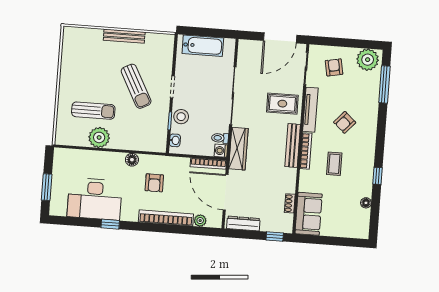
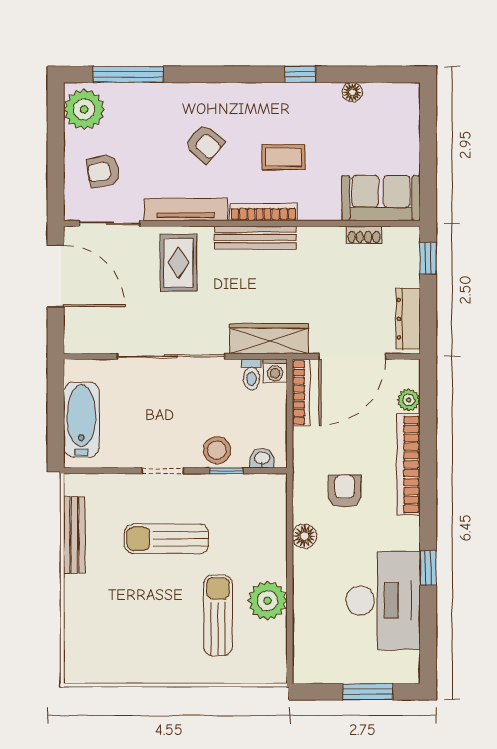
bench: (124, 36) -> (74, 535), moved
sun lounger: (136, 86) -> (166, 539), turned -152
armchair: (154, 183) -> (345, 491), turned -90

